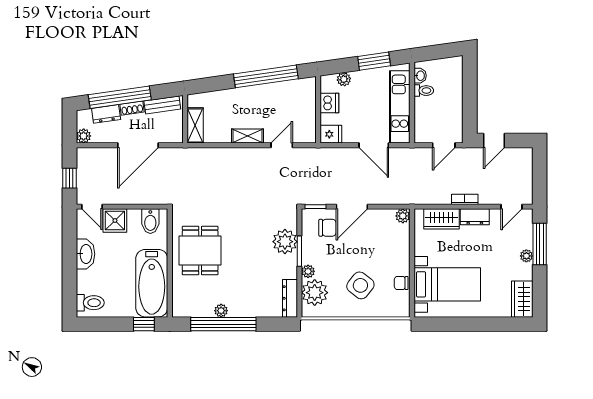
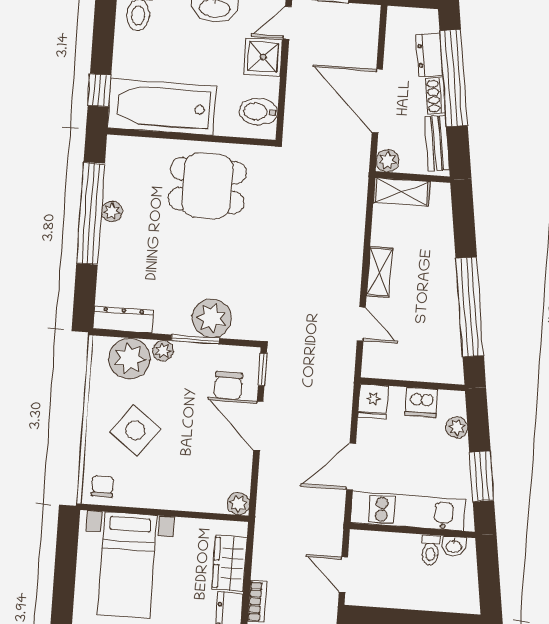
plant: (84, 136) -> (388, 161), moved
chair: (401, 283) -> (103, 486), moved

